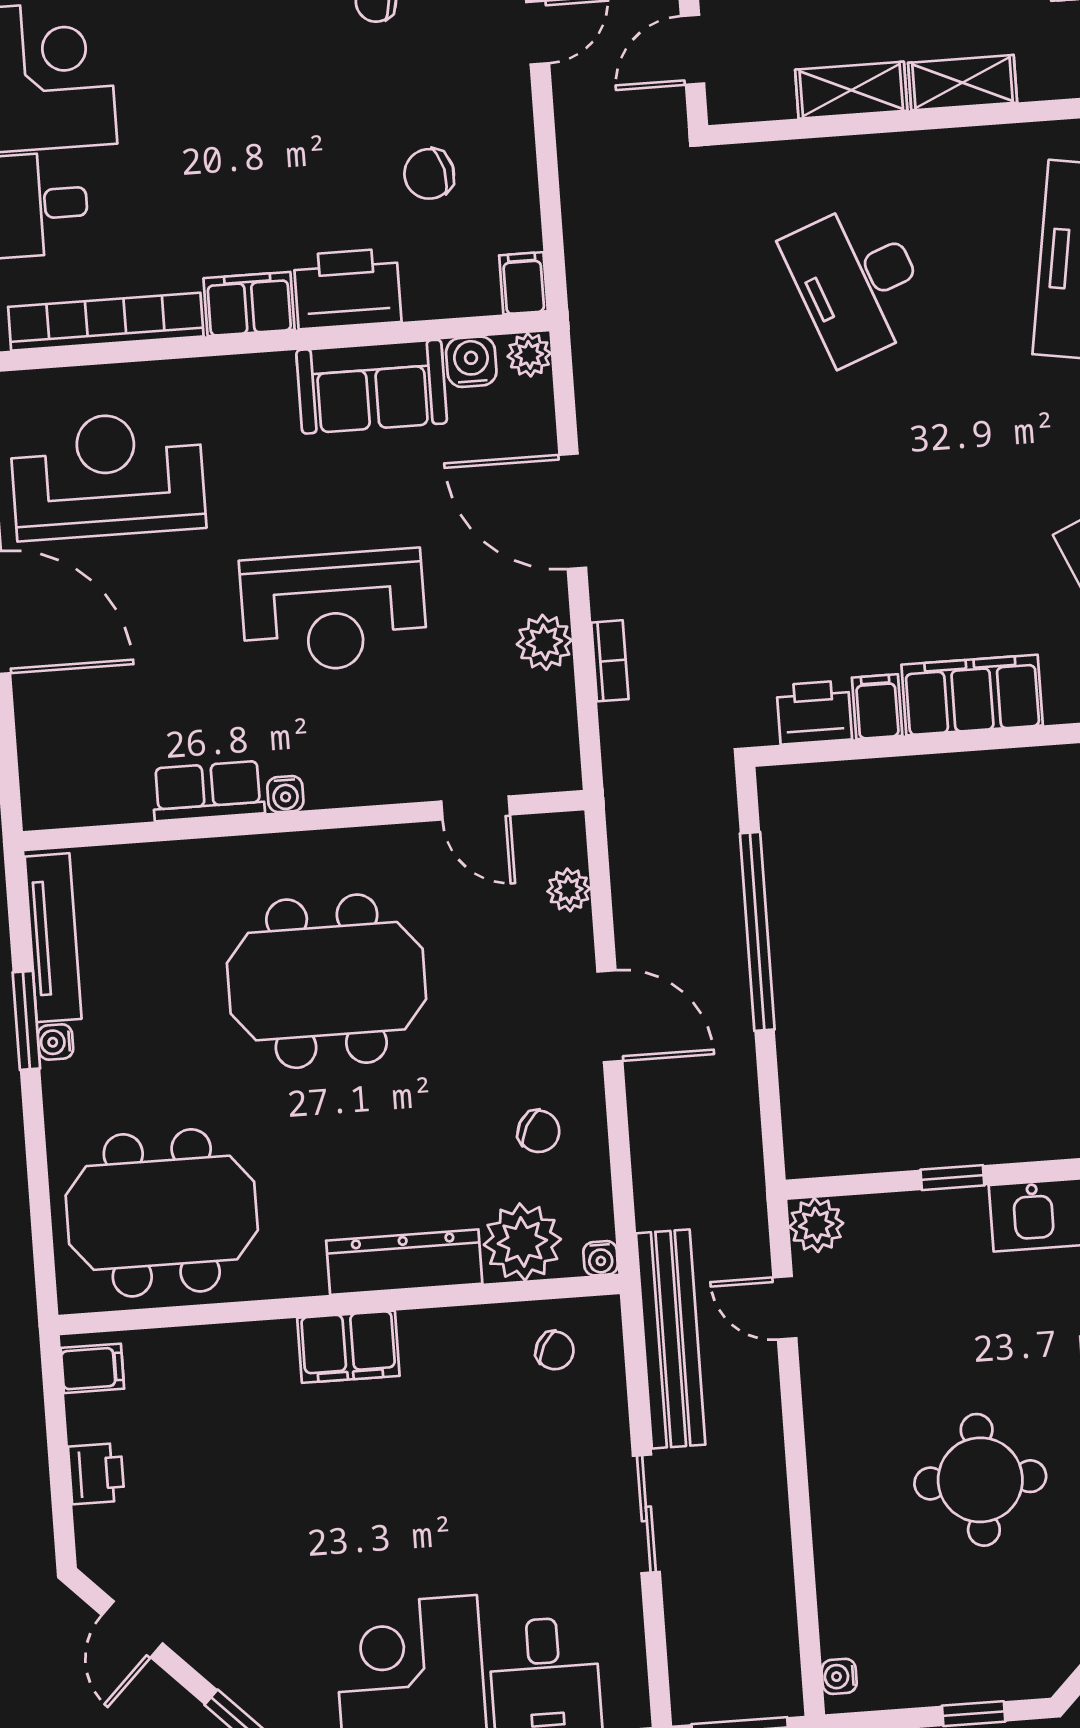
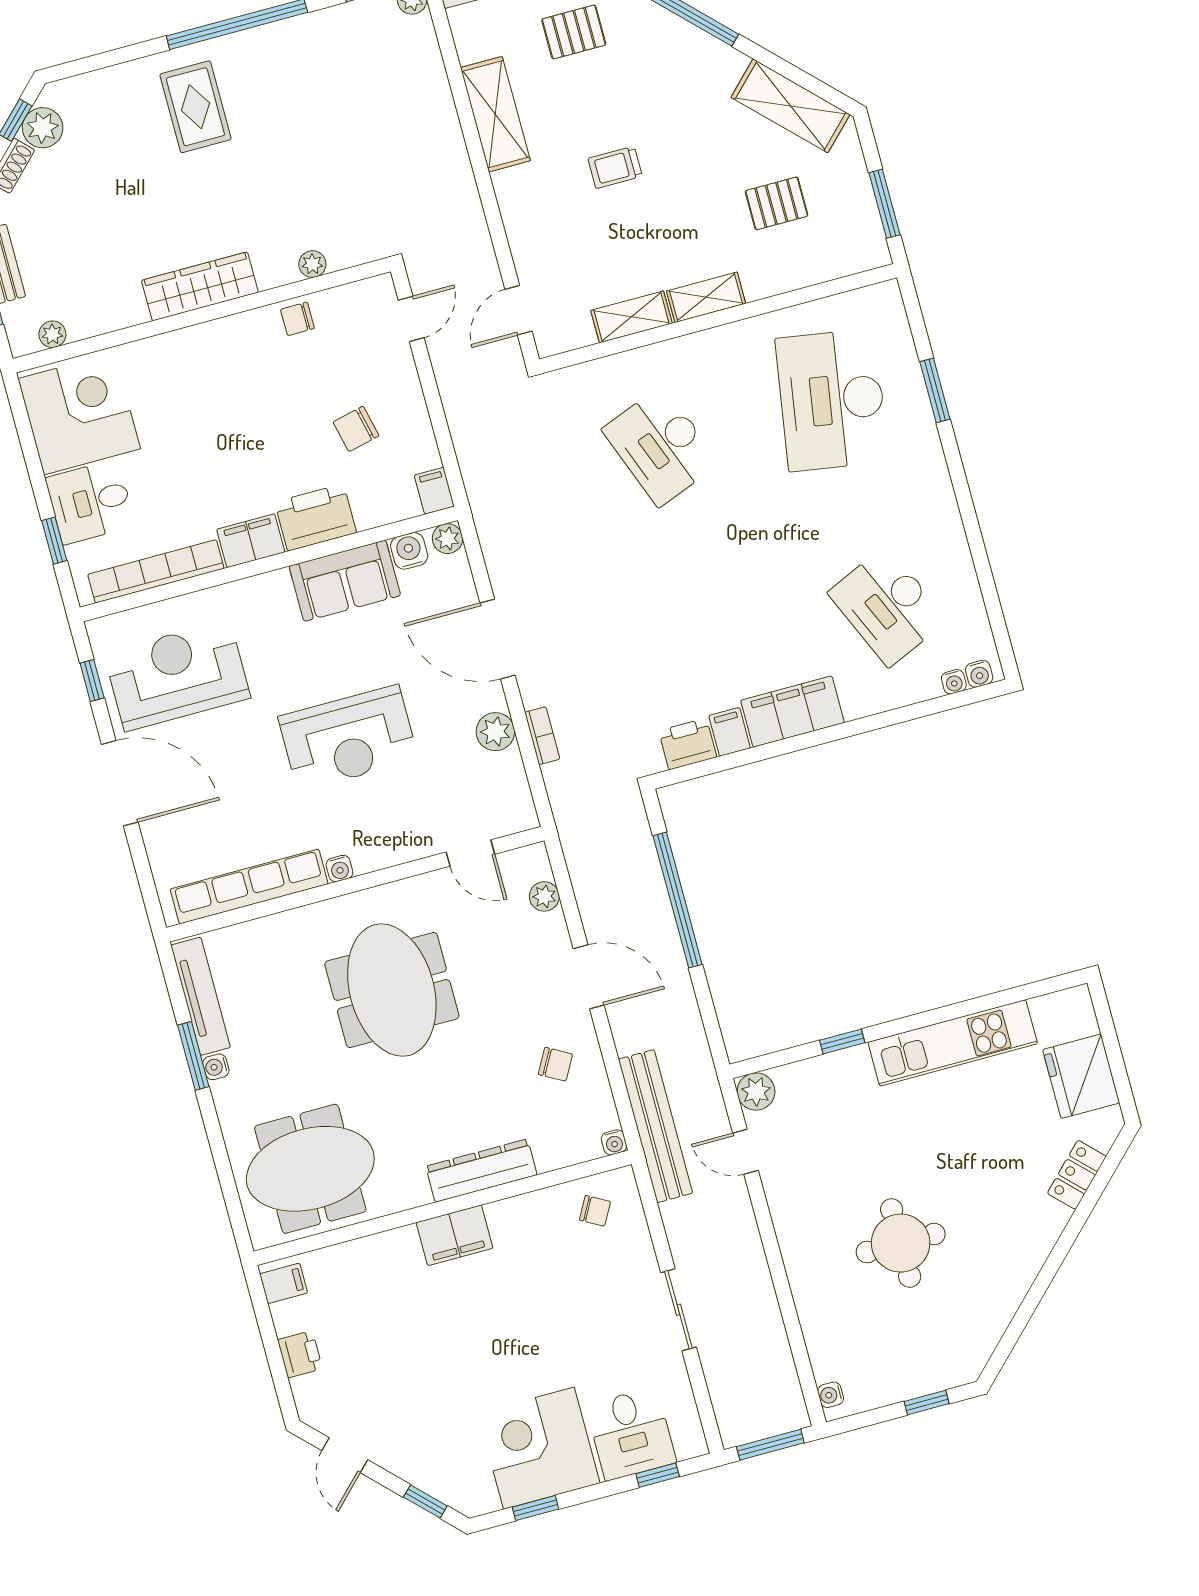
row of seats: (208, 791) -> (249, 887), width x2.02
meeting table: (327, 981) -> (392, 990), turned 90
plant: (522, 1242) -> (559, 1141), removed
bench: (671, 1339) -> (655, 1126), moved

